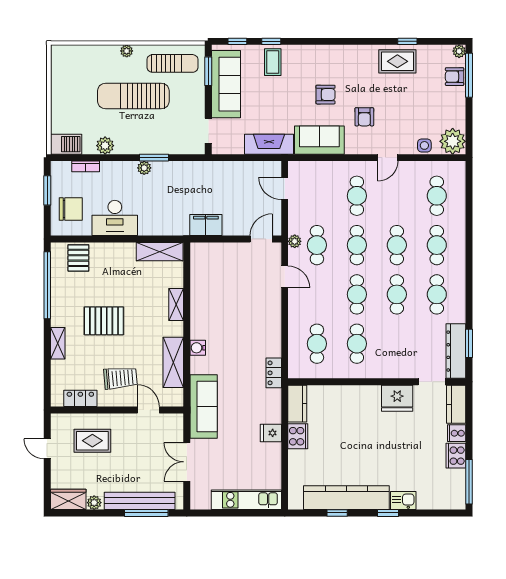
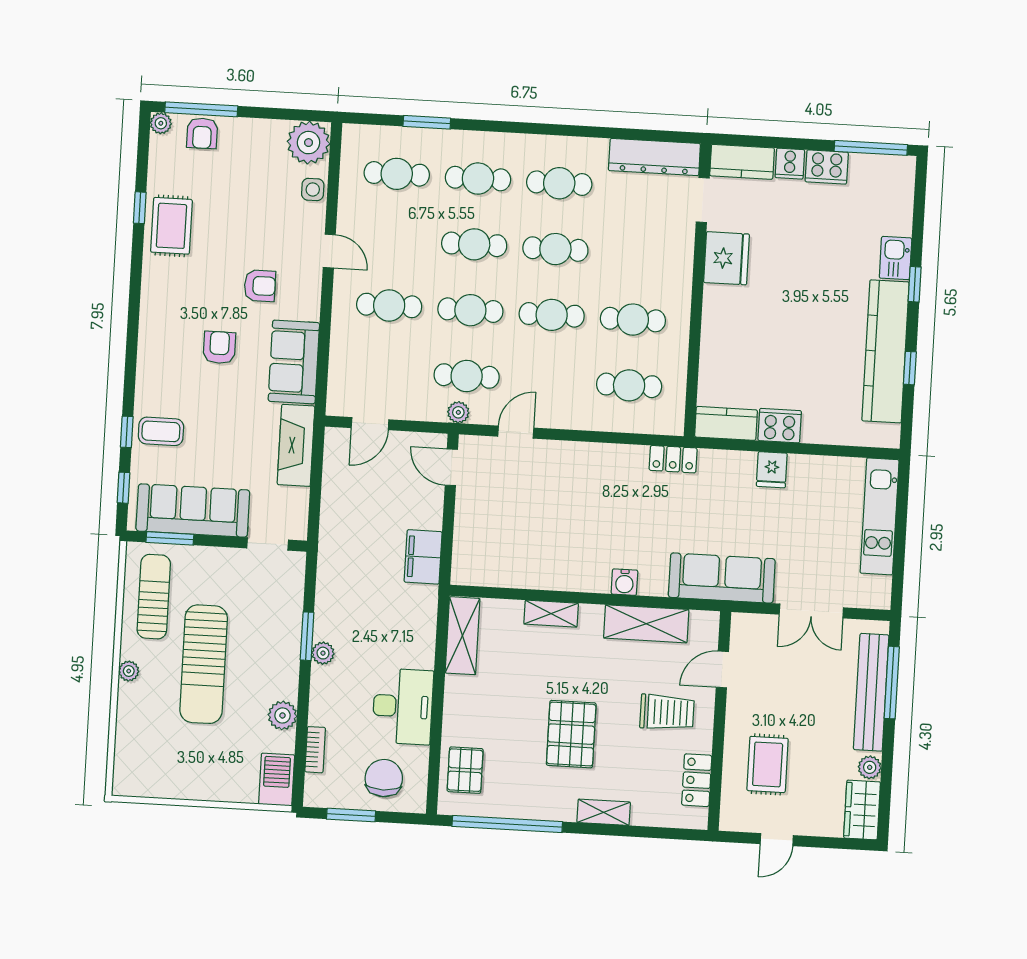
pallet: (78, 258) -> (465, 770), turned 90
window: (469, 343) -> (427, 122), moved
trolley: (120, 378) -> (667, 712), turned 95

